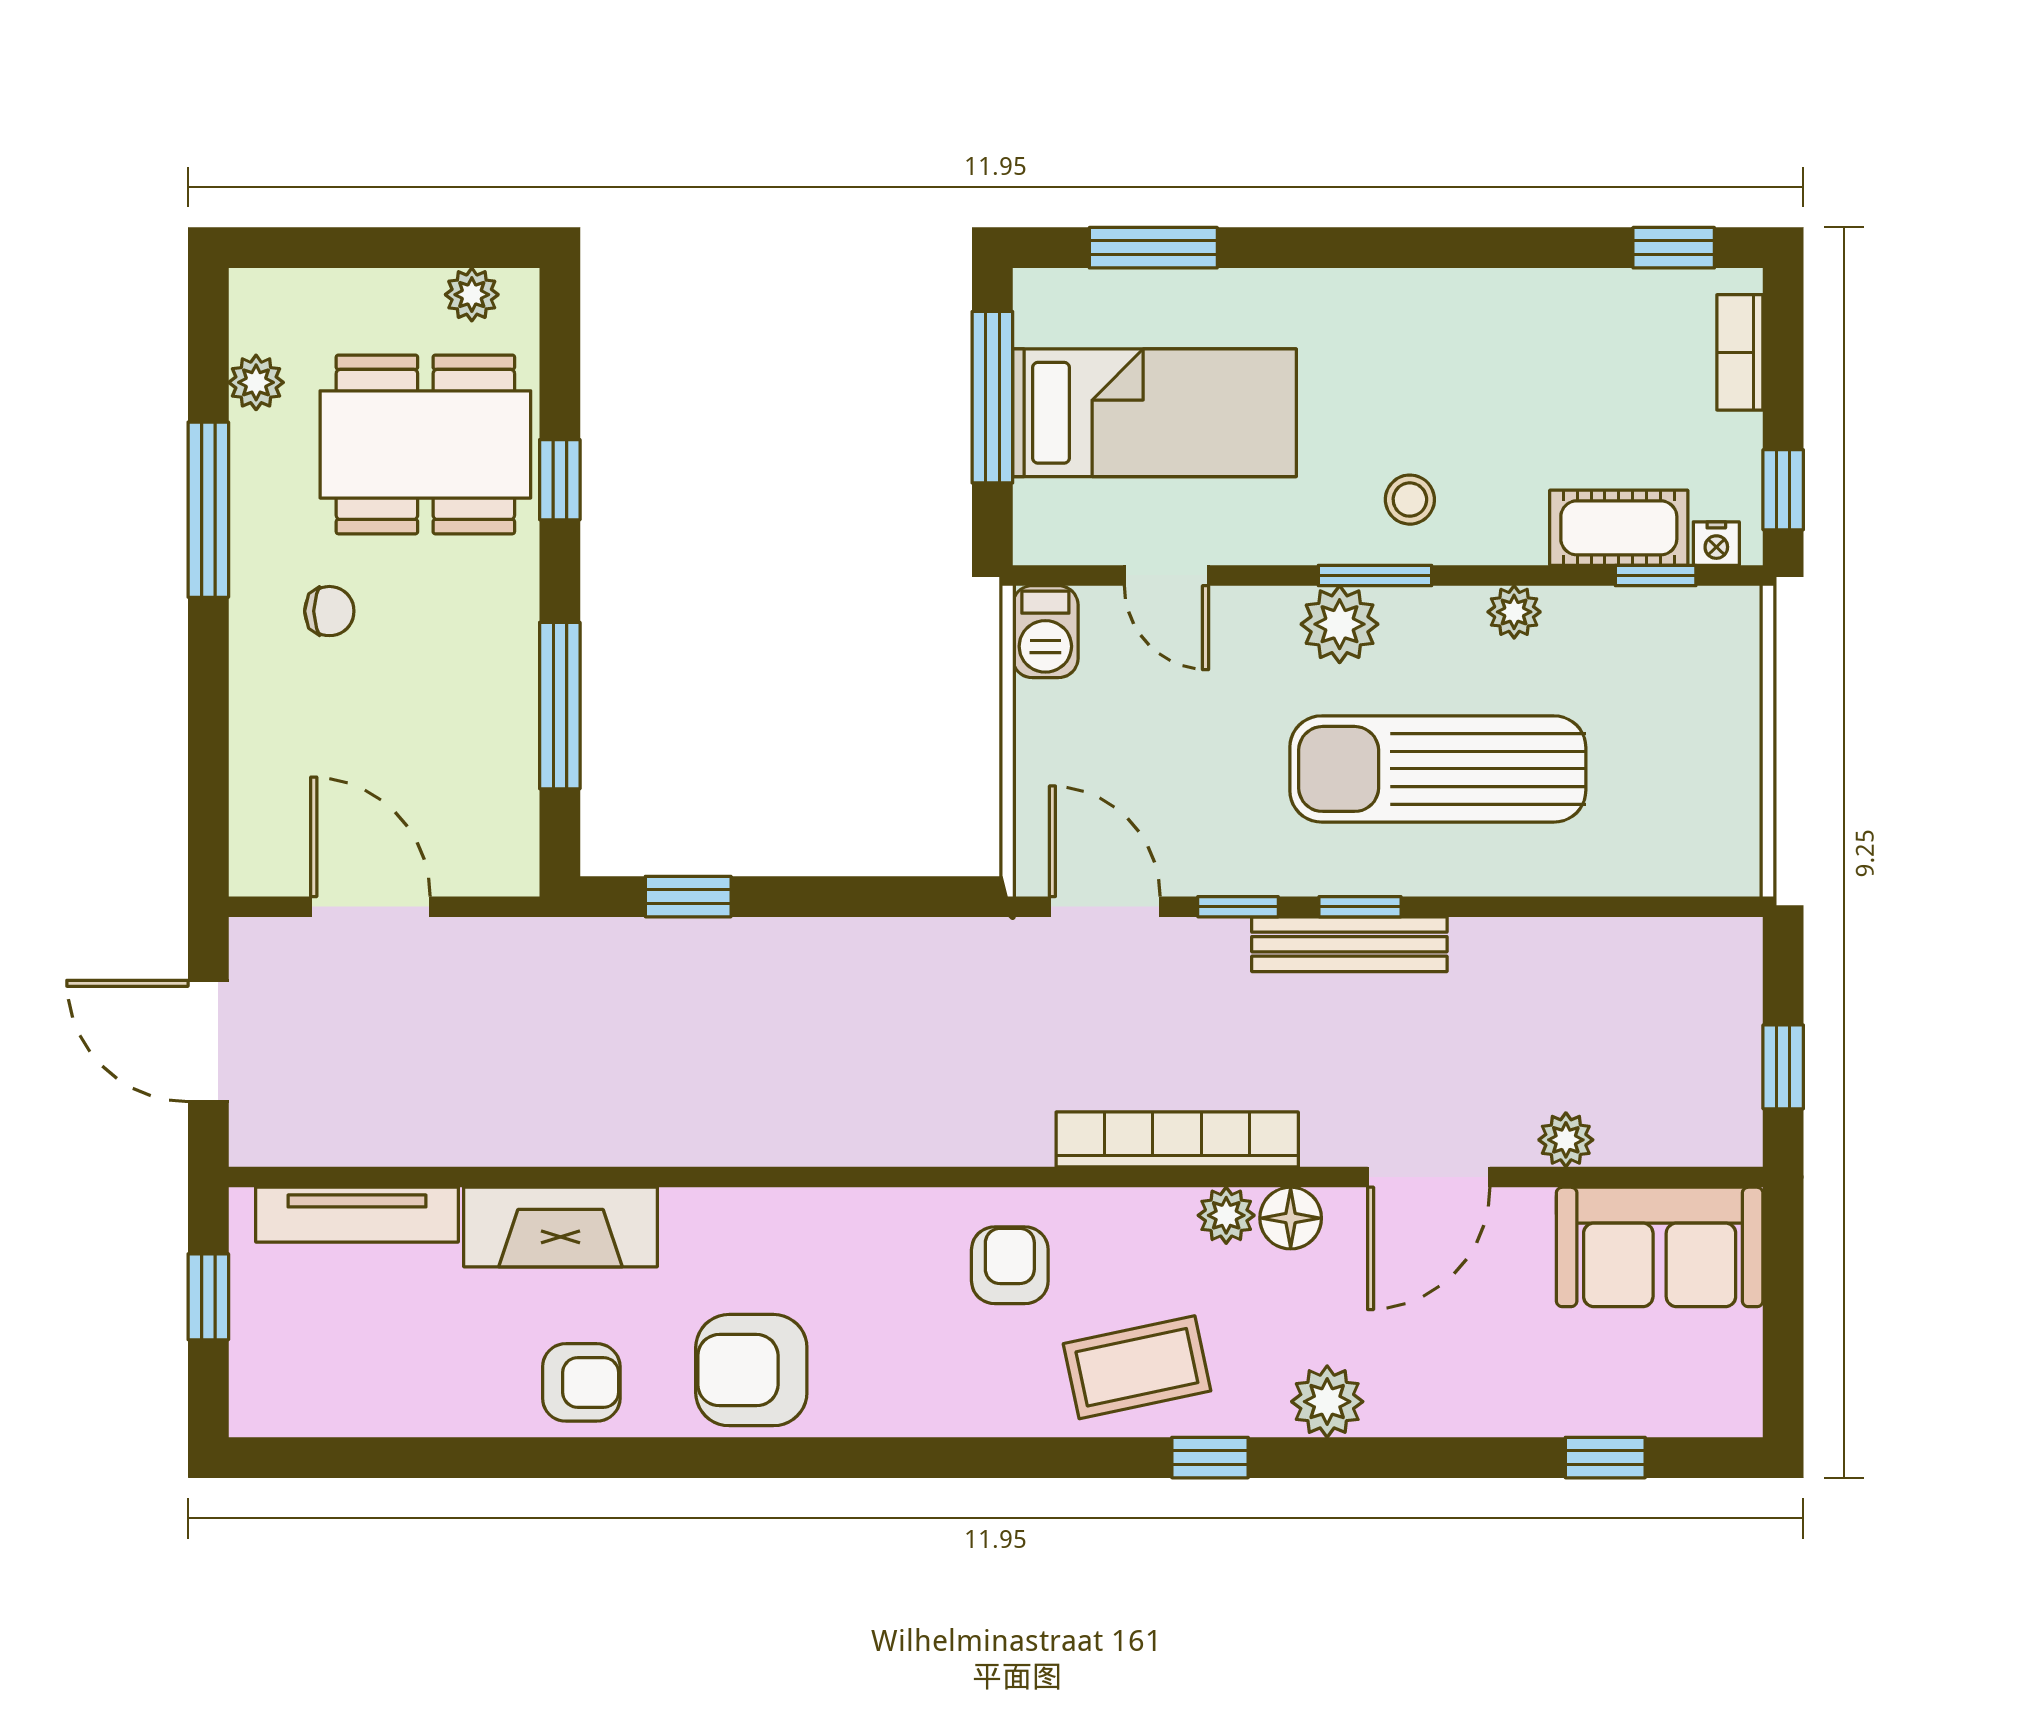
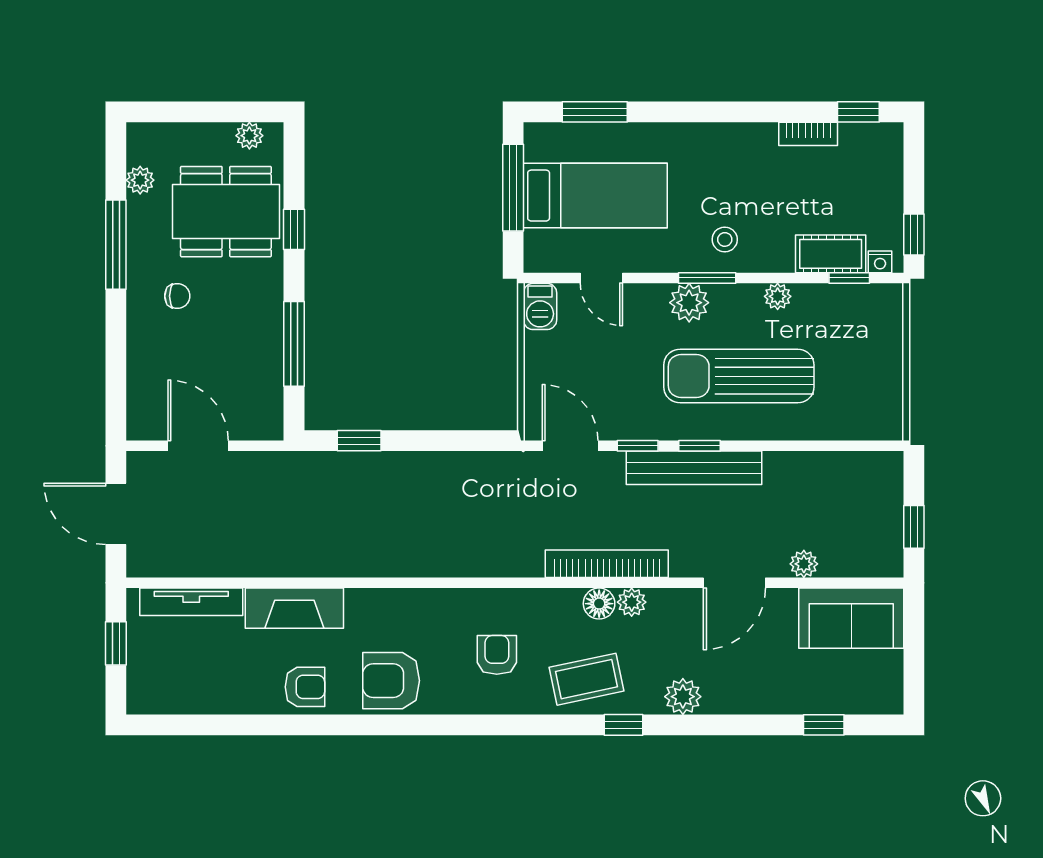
bookcase: (1740, 352) -> (808, 134), moved, turned -90
bench: (1349, 944) -> (694, 468), width x1.37, depth x1.21
floor lamp: (1291, 1218) -> (599, 604), moved
armchair: (1010, 1265) -> (497, 655), moved

